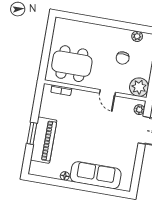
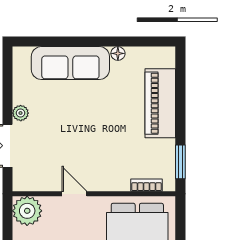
plant: (139, 110) -> (21, 113), moved
window: (32, 133) -> (180, 162), moved

